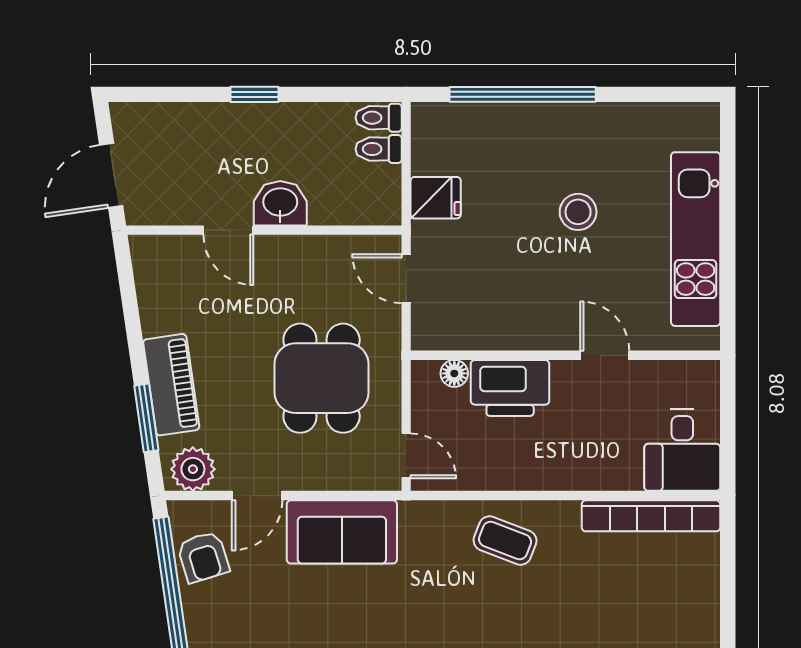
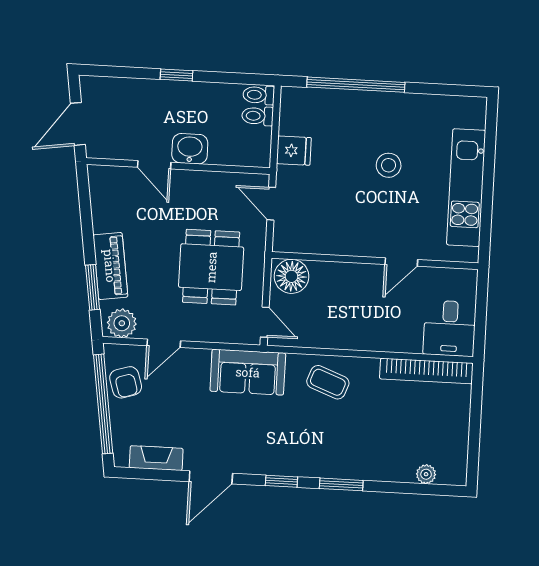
door: (605, 355) -> (401, 262), swing flipped
floor lamp: (454, 373) -> (291, 276), width x1.89, depth x1.89
printer: (510, 388) -> (337, 280), removed
sofa: (342, 532) -> (248, 372), moved

